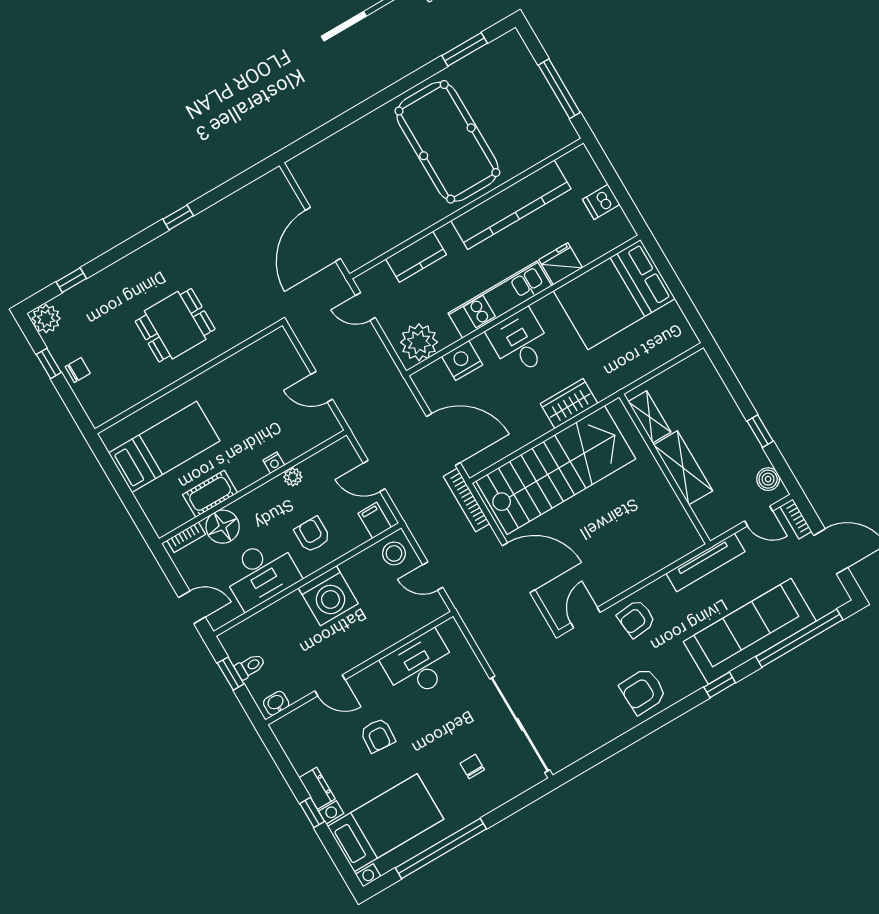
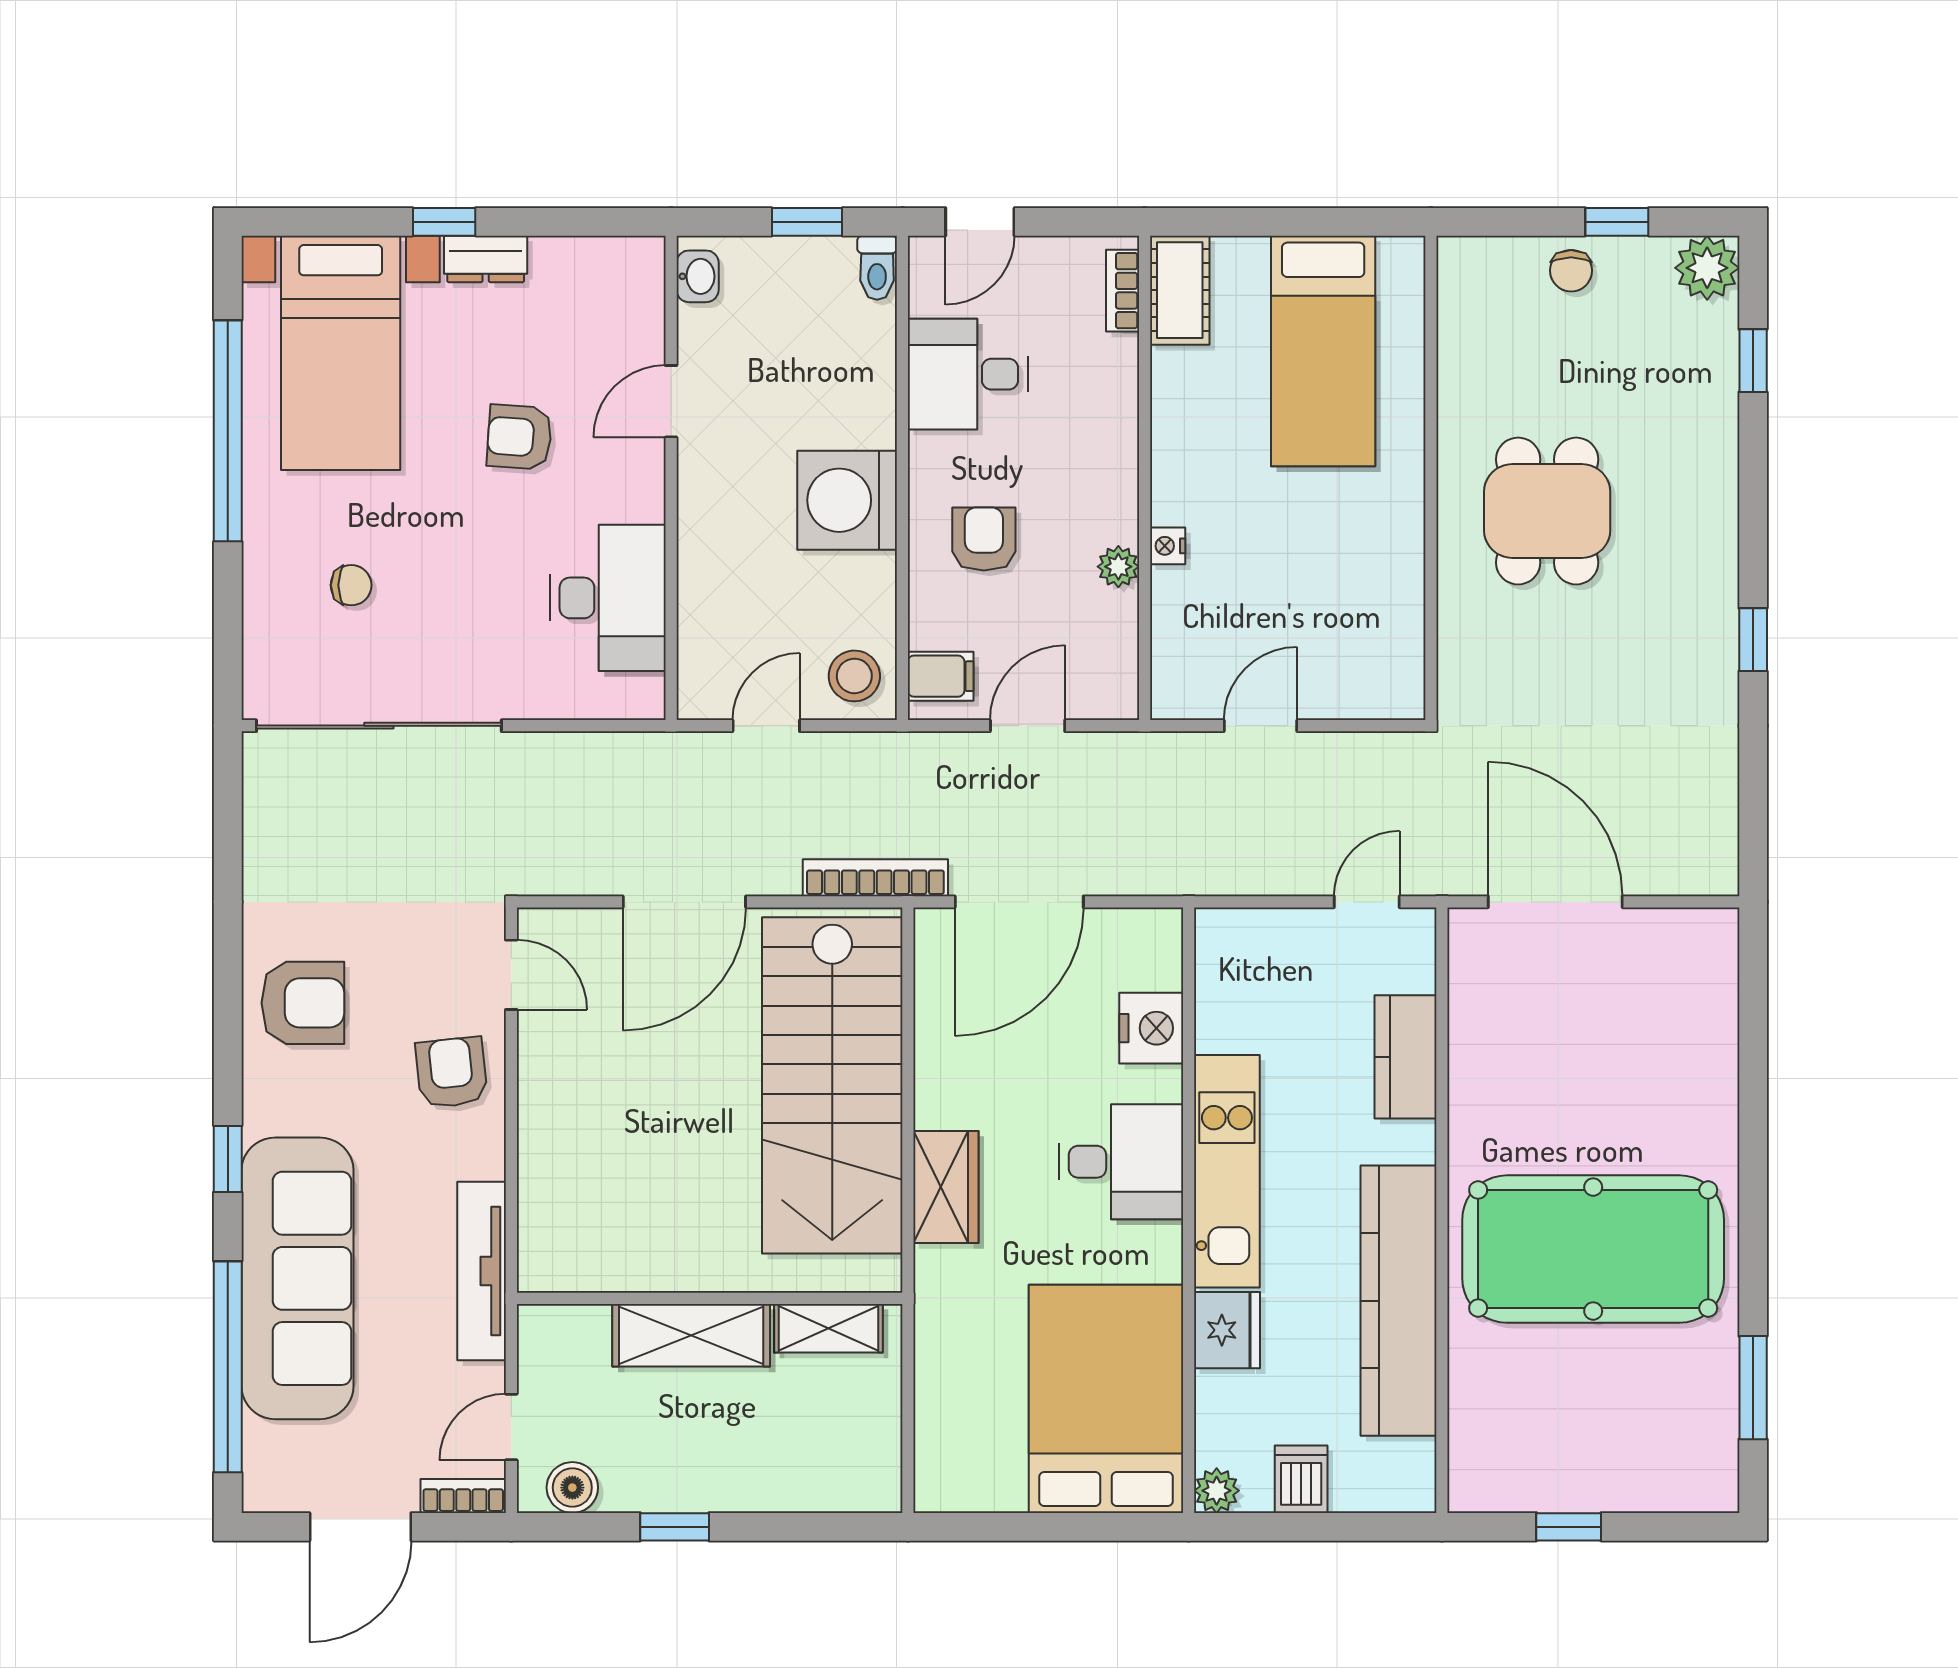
window: (559, 89) -> (1569, 1527), width x0.46
plant: (419, 342) -> (1217, 1491), moved, width x0.53, depth x0.53
cot: (210, 494) -> (1180, 290), moved
floor lamp: (223, 527) -> (1102, 374), removed
armchair: (312, 535) -> (984, 539), turned -90
desk: (261, 573) -> (968, 374), width x0.73
toilet: (250, 666) -> (877, 268), moved
armchair: (643, 691) -> (303, 1003), turned 92

